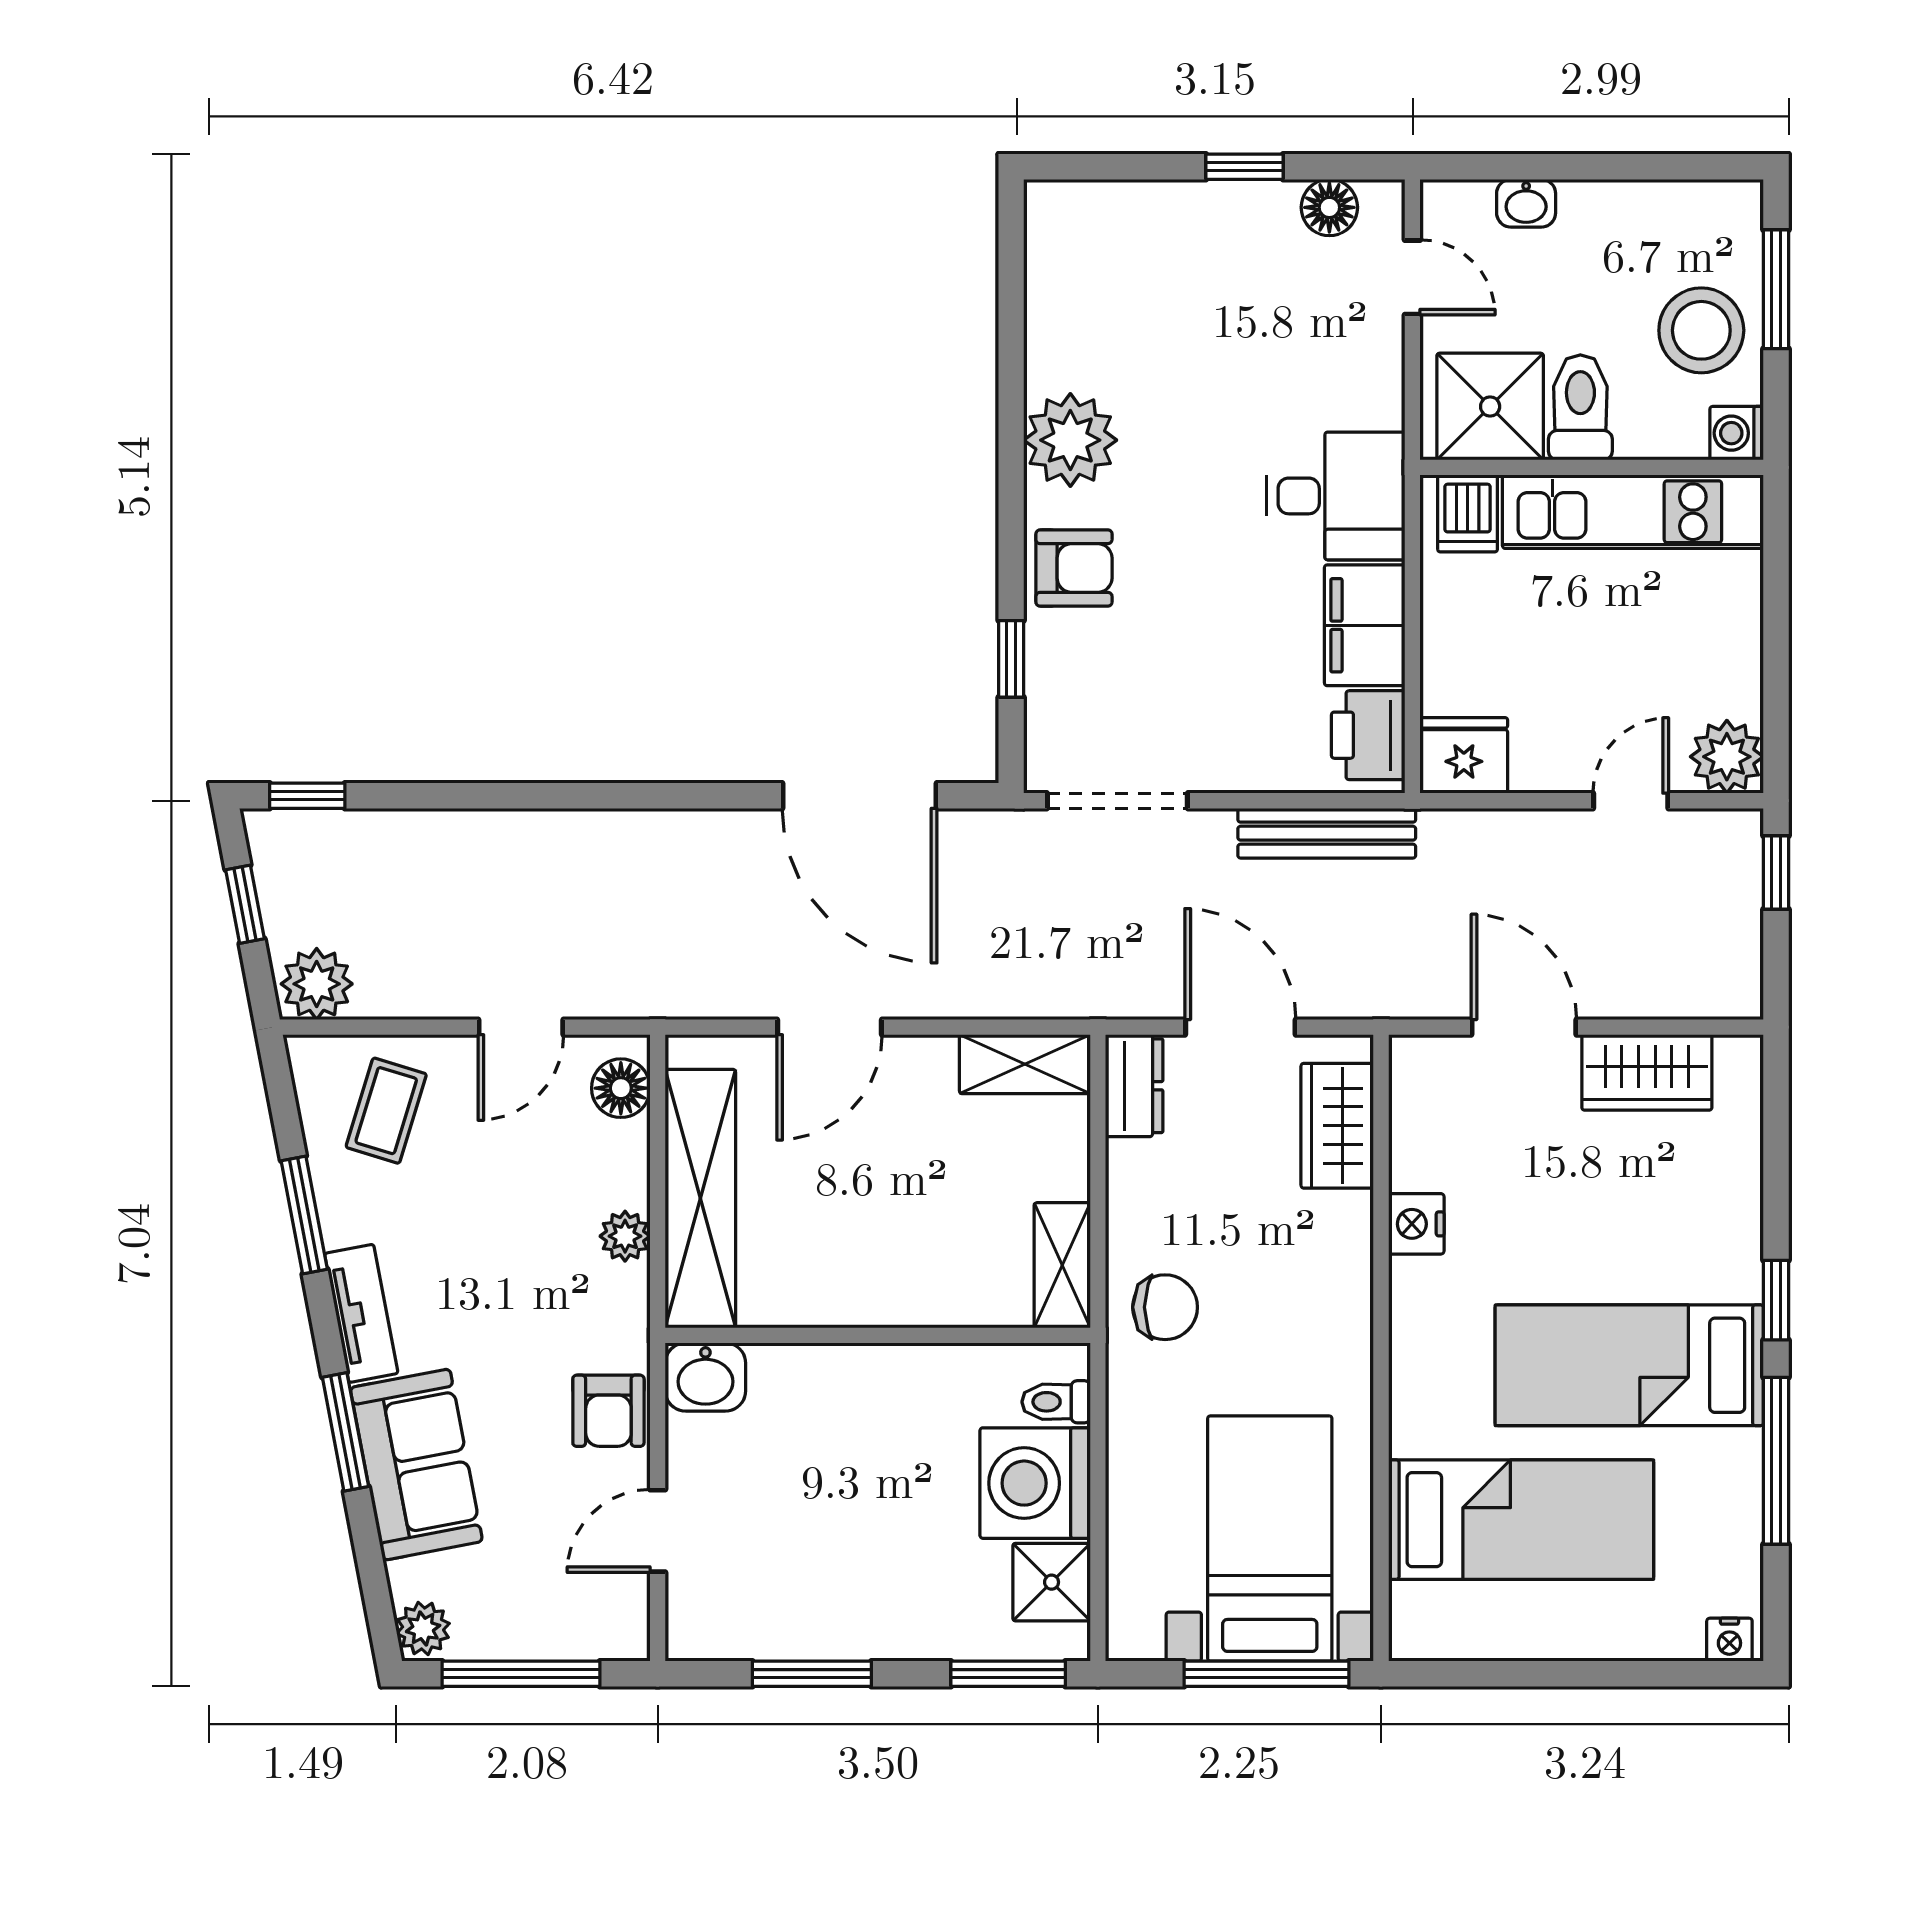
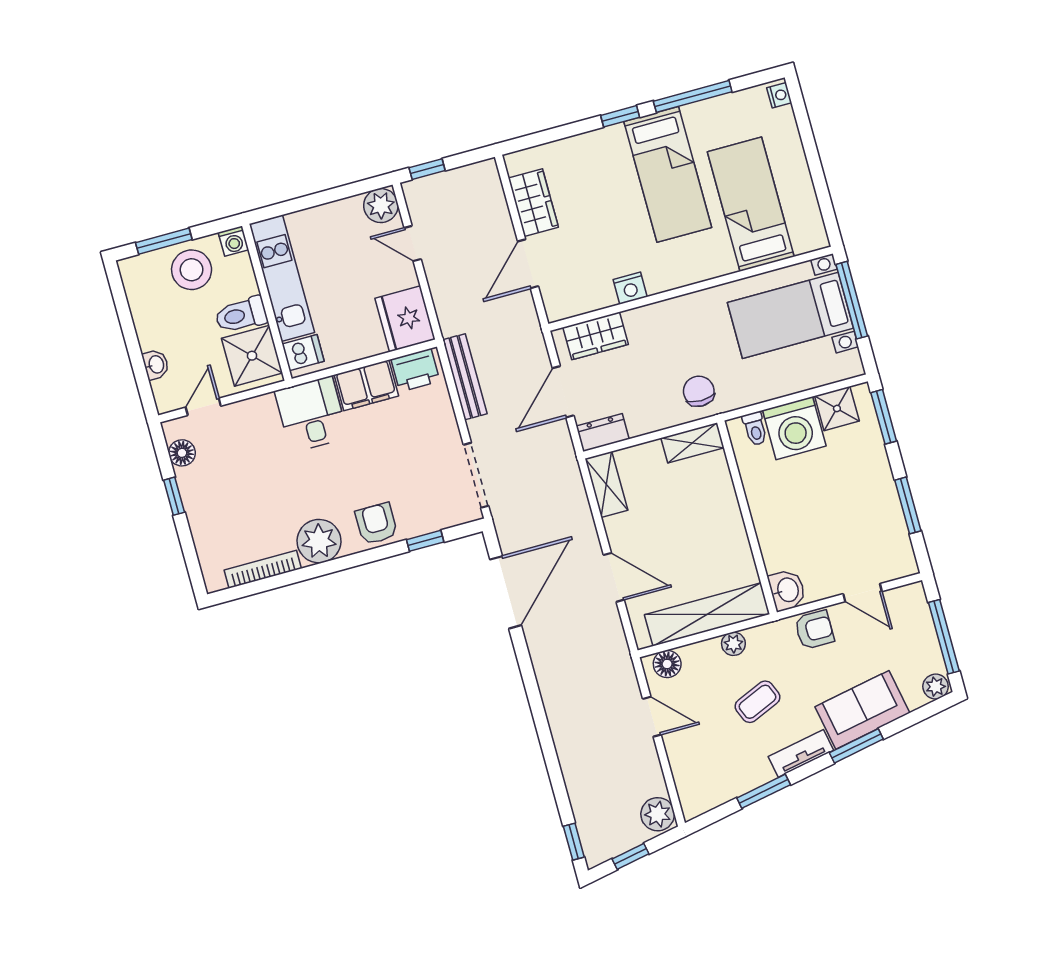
bookcase: (1044, 308) -> (263, 569), added
fridge: (1464, 755) -> (405, 319), width x1.36, depth x1.34
coffee table: (386, 1111) -> (757, 702), moved, turned -40

